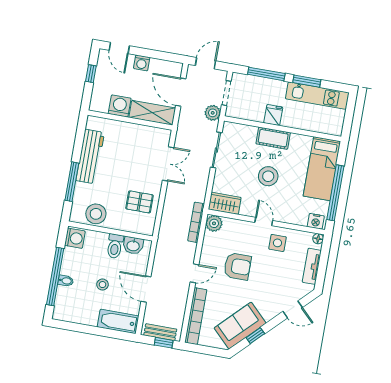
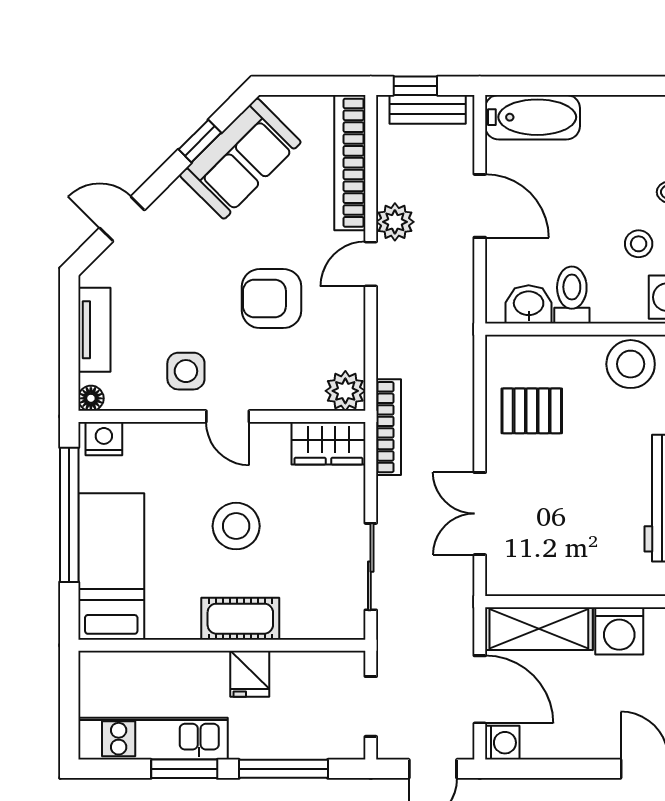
washing machine: (142, 63) -> (502, 743), moved, turned 90
plant: (213, 113) -> (395, 222), moved
bookcase: (196, 222) -> (388, 427), moved
stool: (103, 285) -> (639, 244), moved

